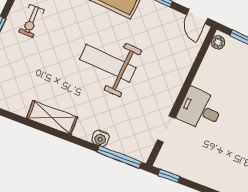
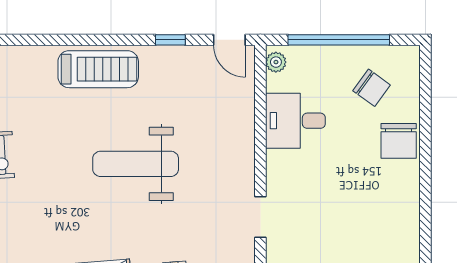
desk: (200, 110) -> (295, 121), moved

